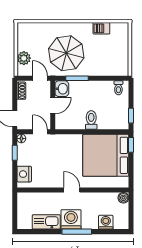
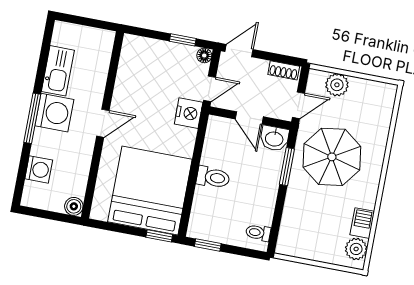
plant: (117, 29) -> (356, 249), added
nightstand: (24, 174) -> (189, 113), moved, turned 90

